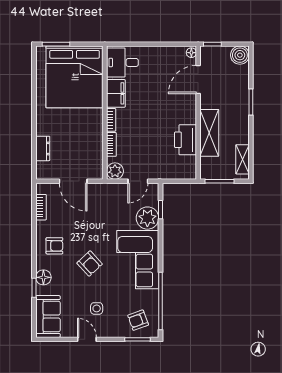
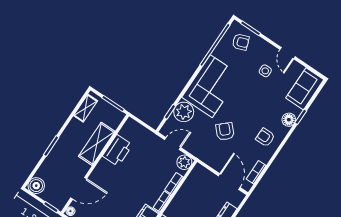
door: (73, 181) -> (229, 182), moved
armchair: (90, 264) -> (225, 131), moved

